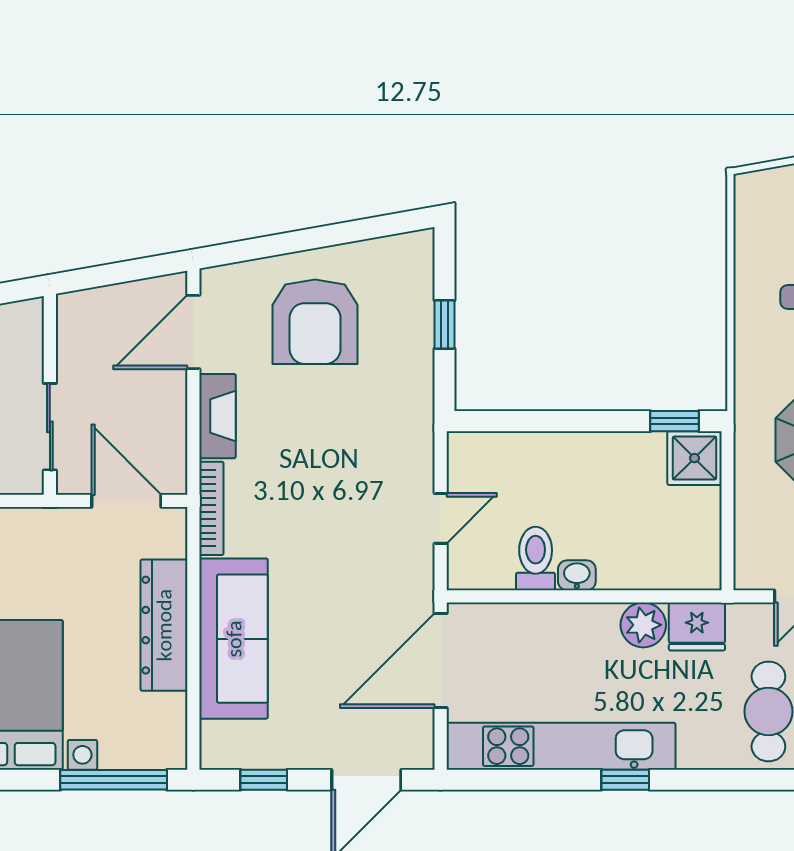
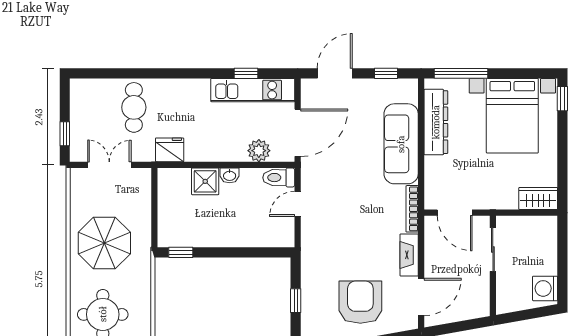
shower: (695, 458) -> (205, 181), moved
toilet: (536, 559) -> (279, 178), moved, turned 90
dresser: (164, 625) -> (436, 122), moved
plant: (643, 625) -> (259, 151), moved
kitchen unit: (561, 746) -> (253, 90), width x0.73
window: (625, 780) -> (246, 73), moved

